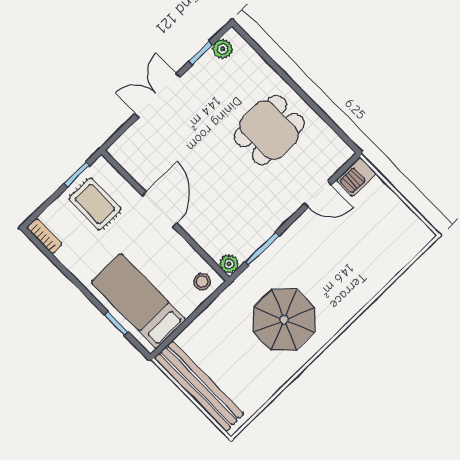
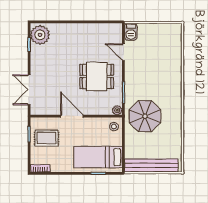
plant: (223, 49) -> (40, 35), width x1.87, depth x1.87
double door: (158, 95) -> (29, 90), moved
dining table: (269, 130) -> (97, 76), moved, turned 90
door: (318, 194) -> (123, 52), swing flipped
parasol: (284, 320) -> (145, 116), moved

